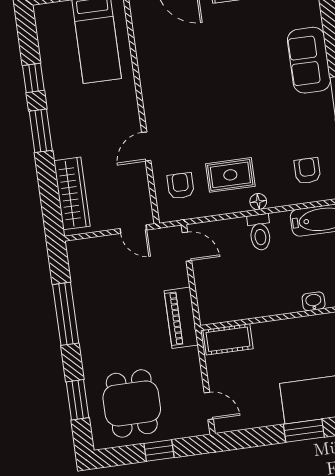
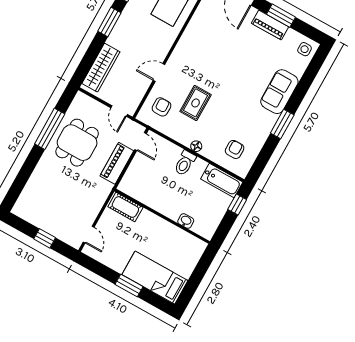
rug: (230, 175) -> (196, 103), moved, turned 90
piano: (181, 318) -> (117, 163), moved
window: (78, 400) -> (22, 179), removed
dining table: (132, 403) -> (77, 143), moved

